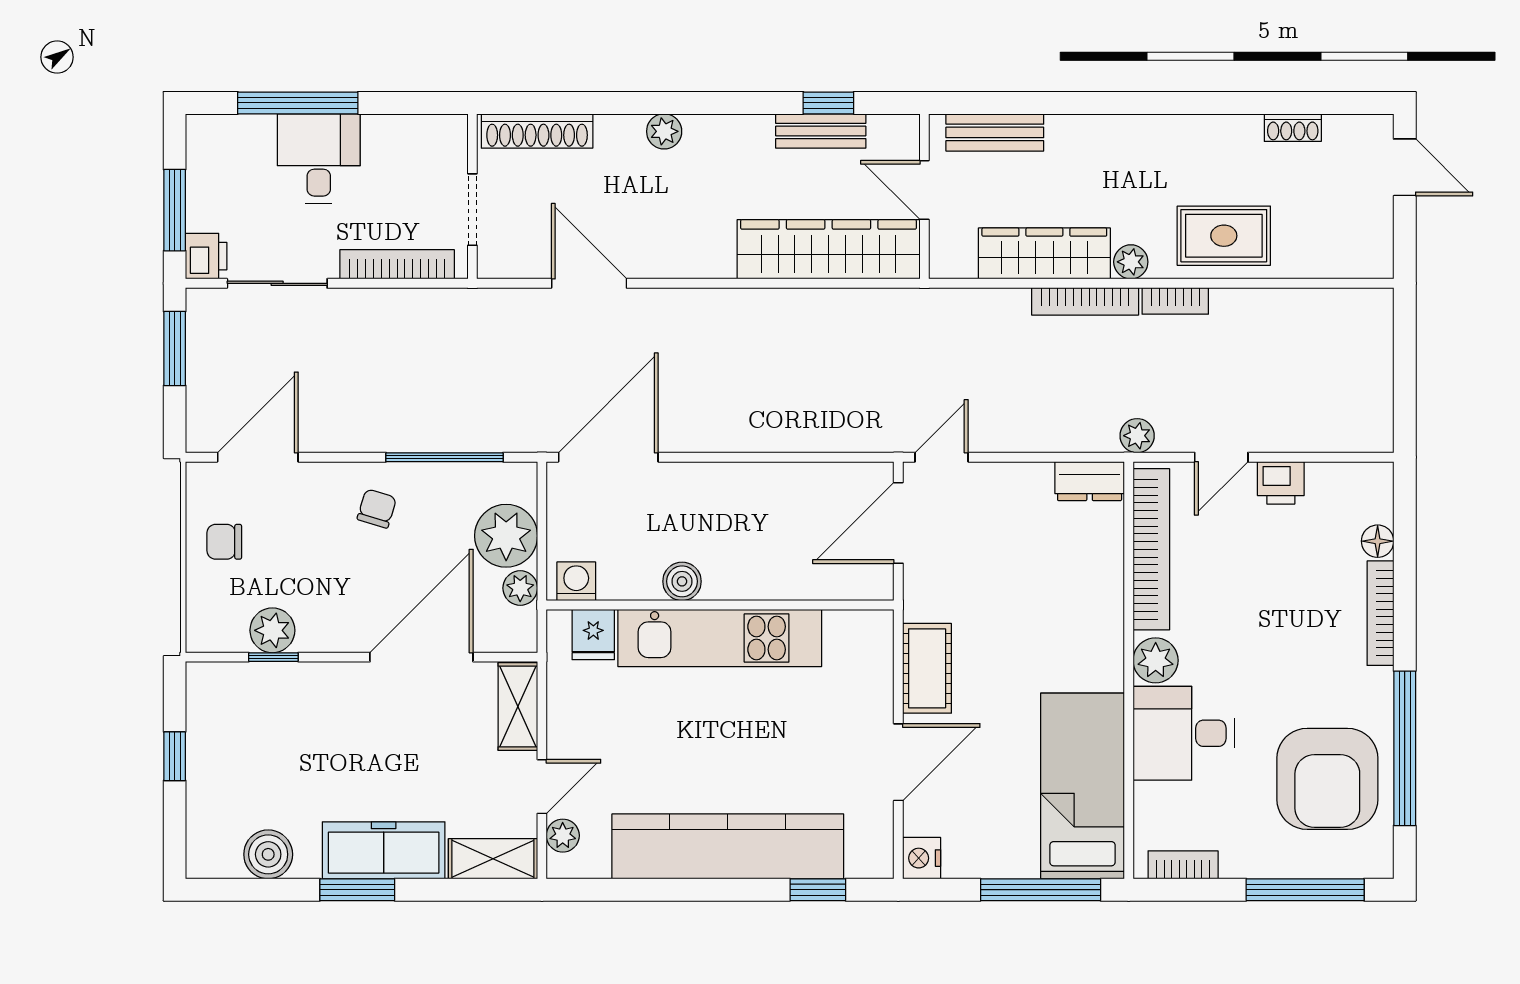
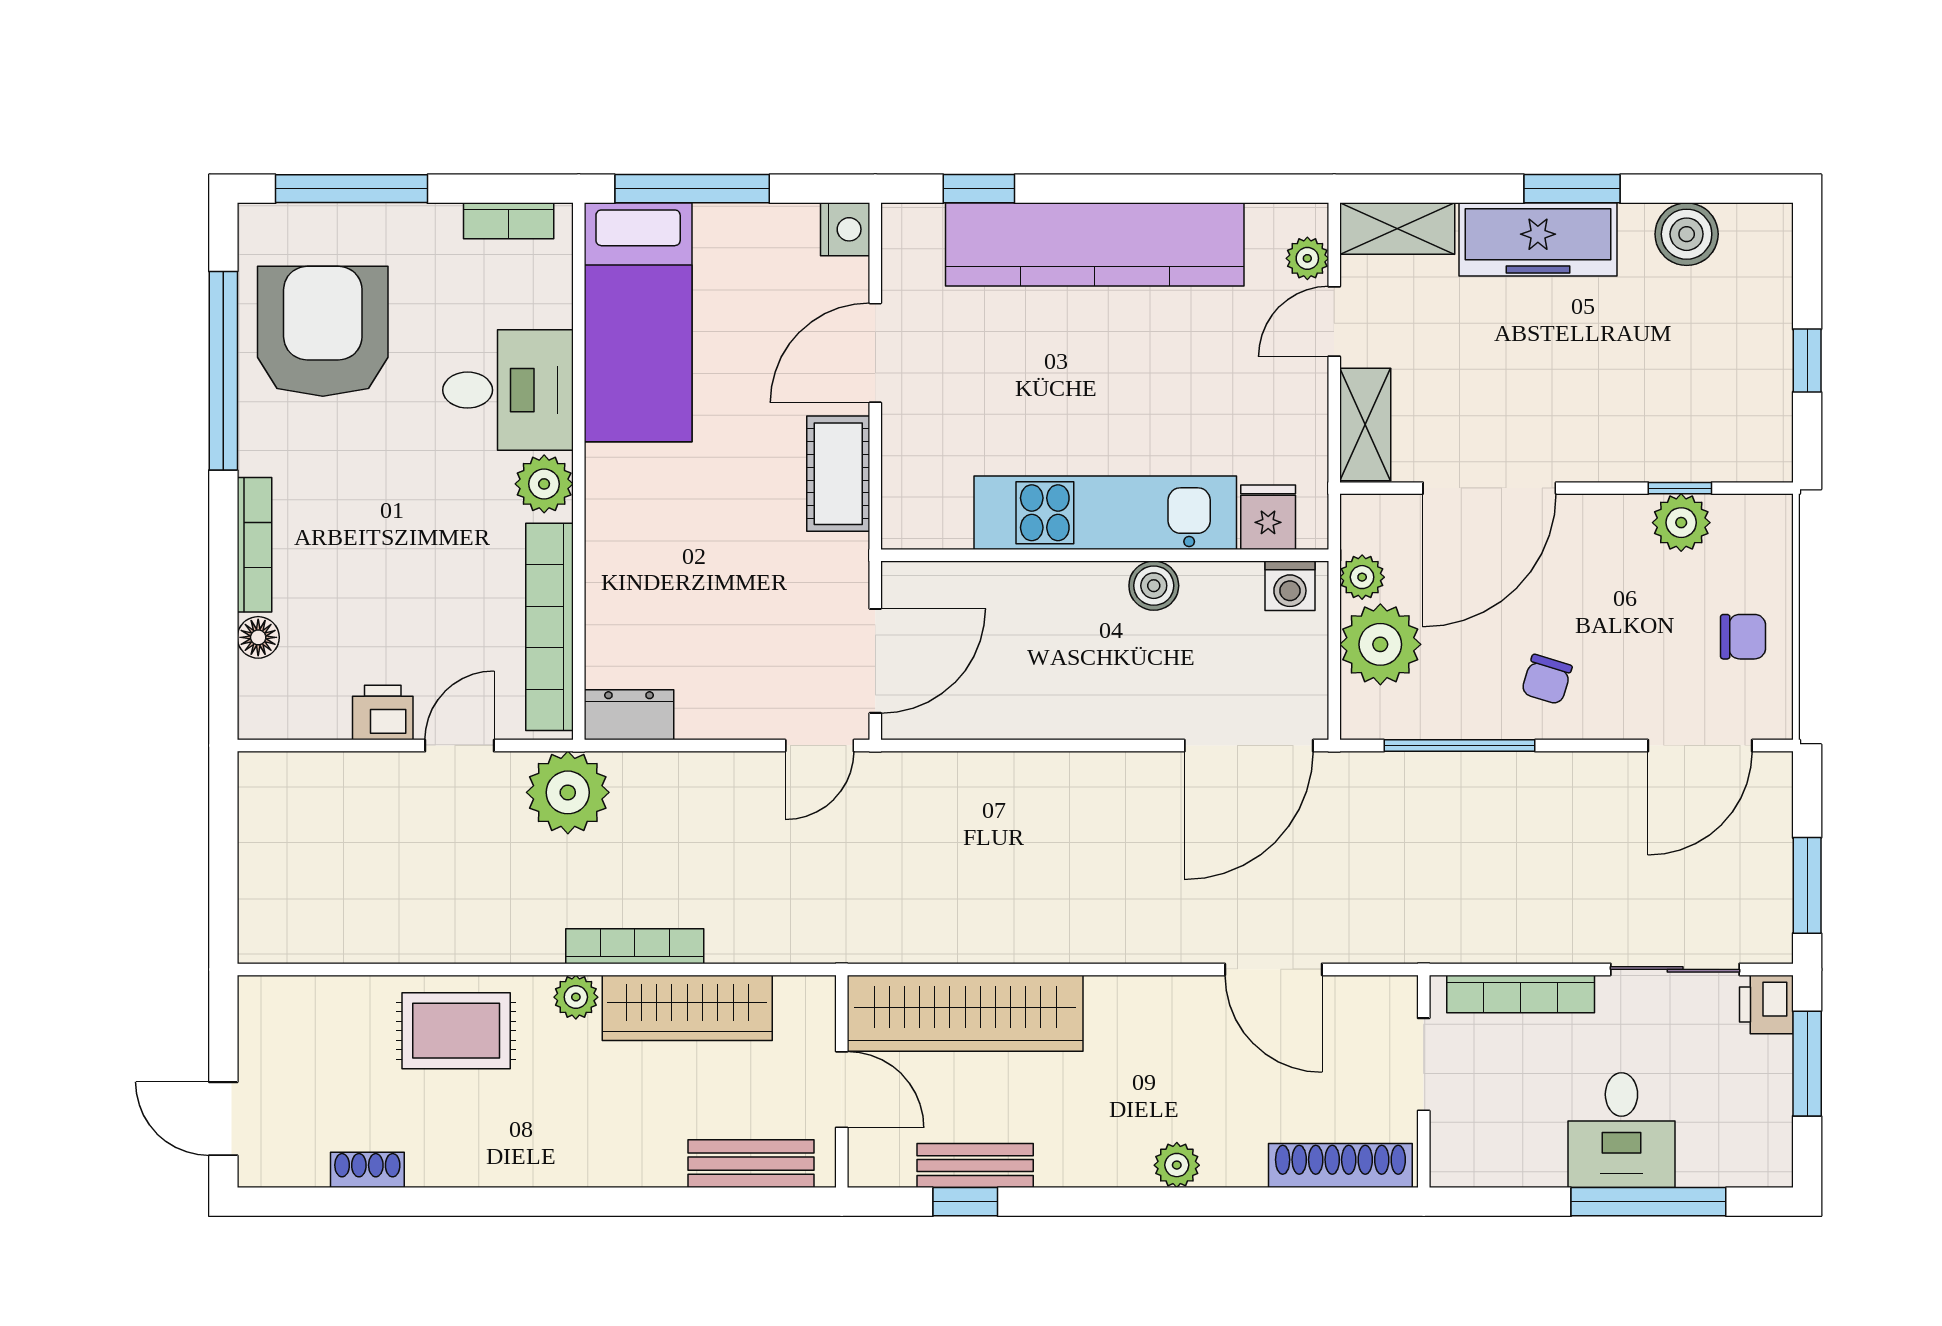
bookcase: (1175, 301) -> (519, 947), removed
plant: (1137, 436) -> (568, 792), width x1.88, depth x1.88

